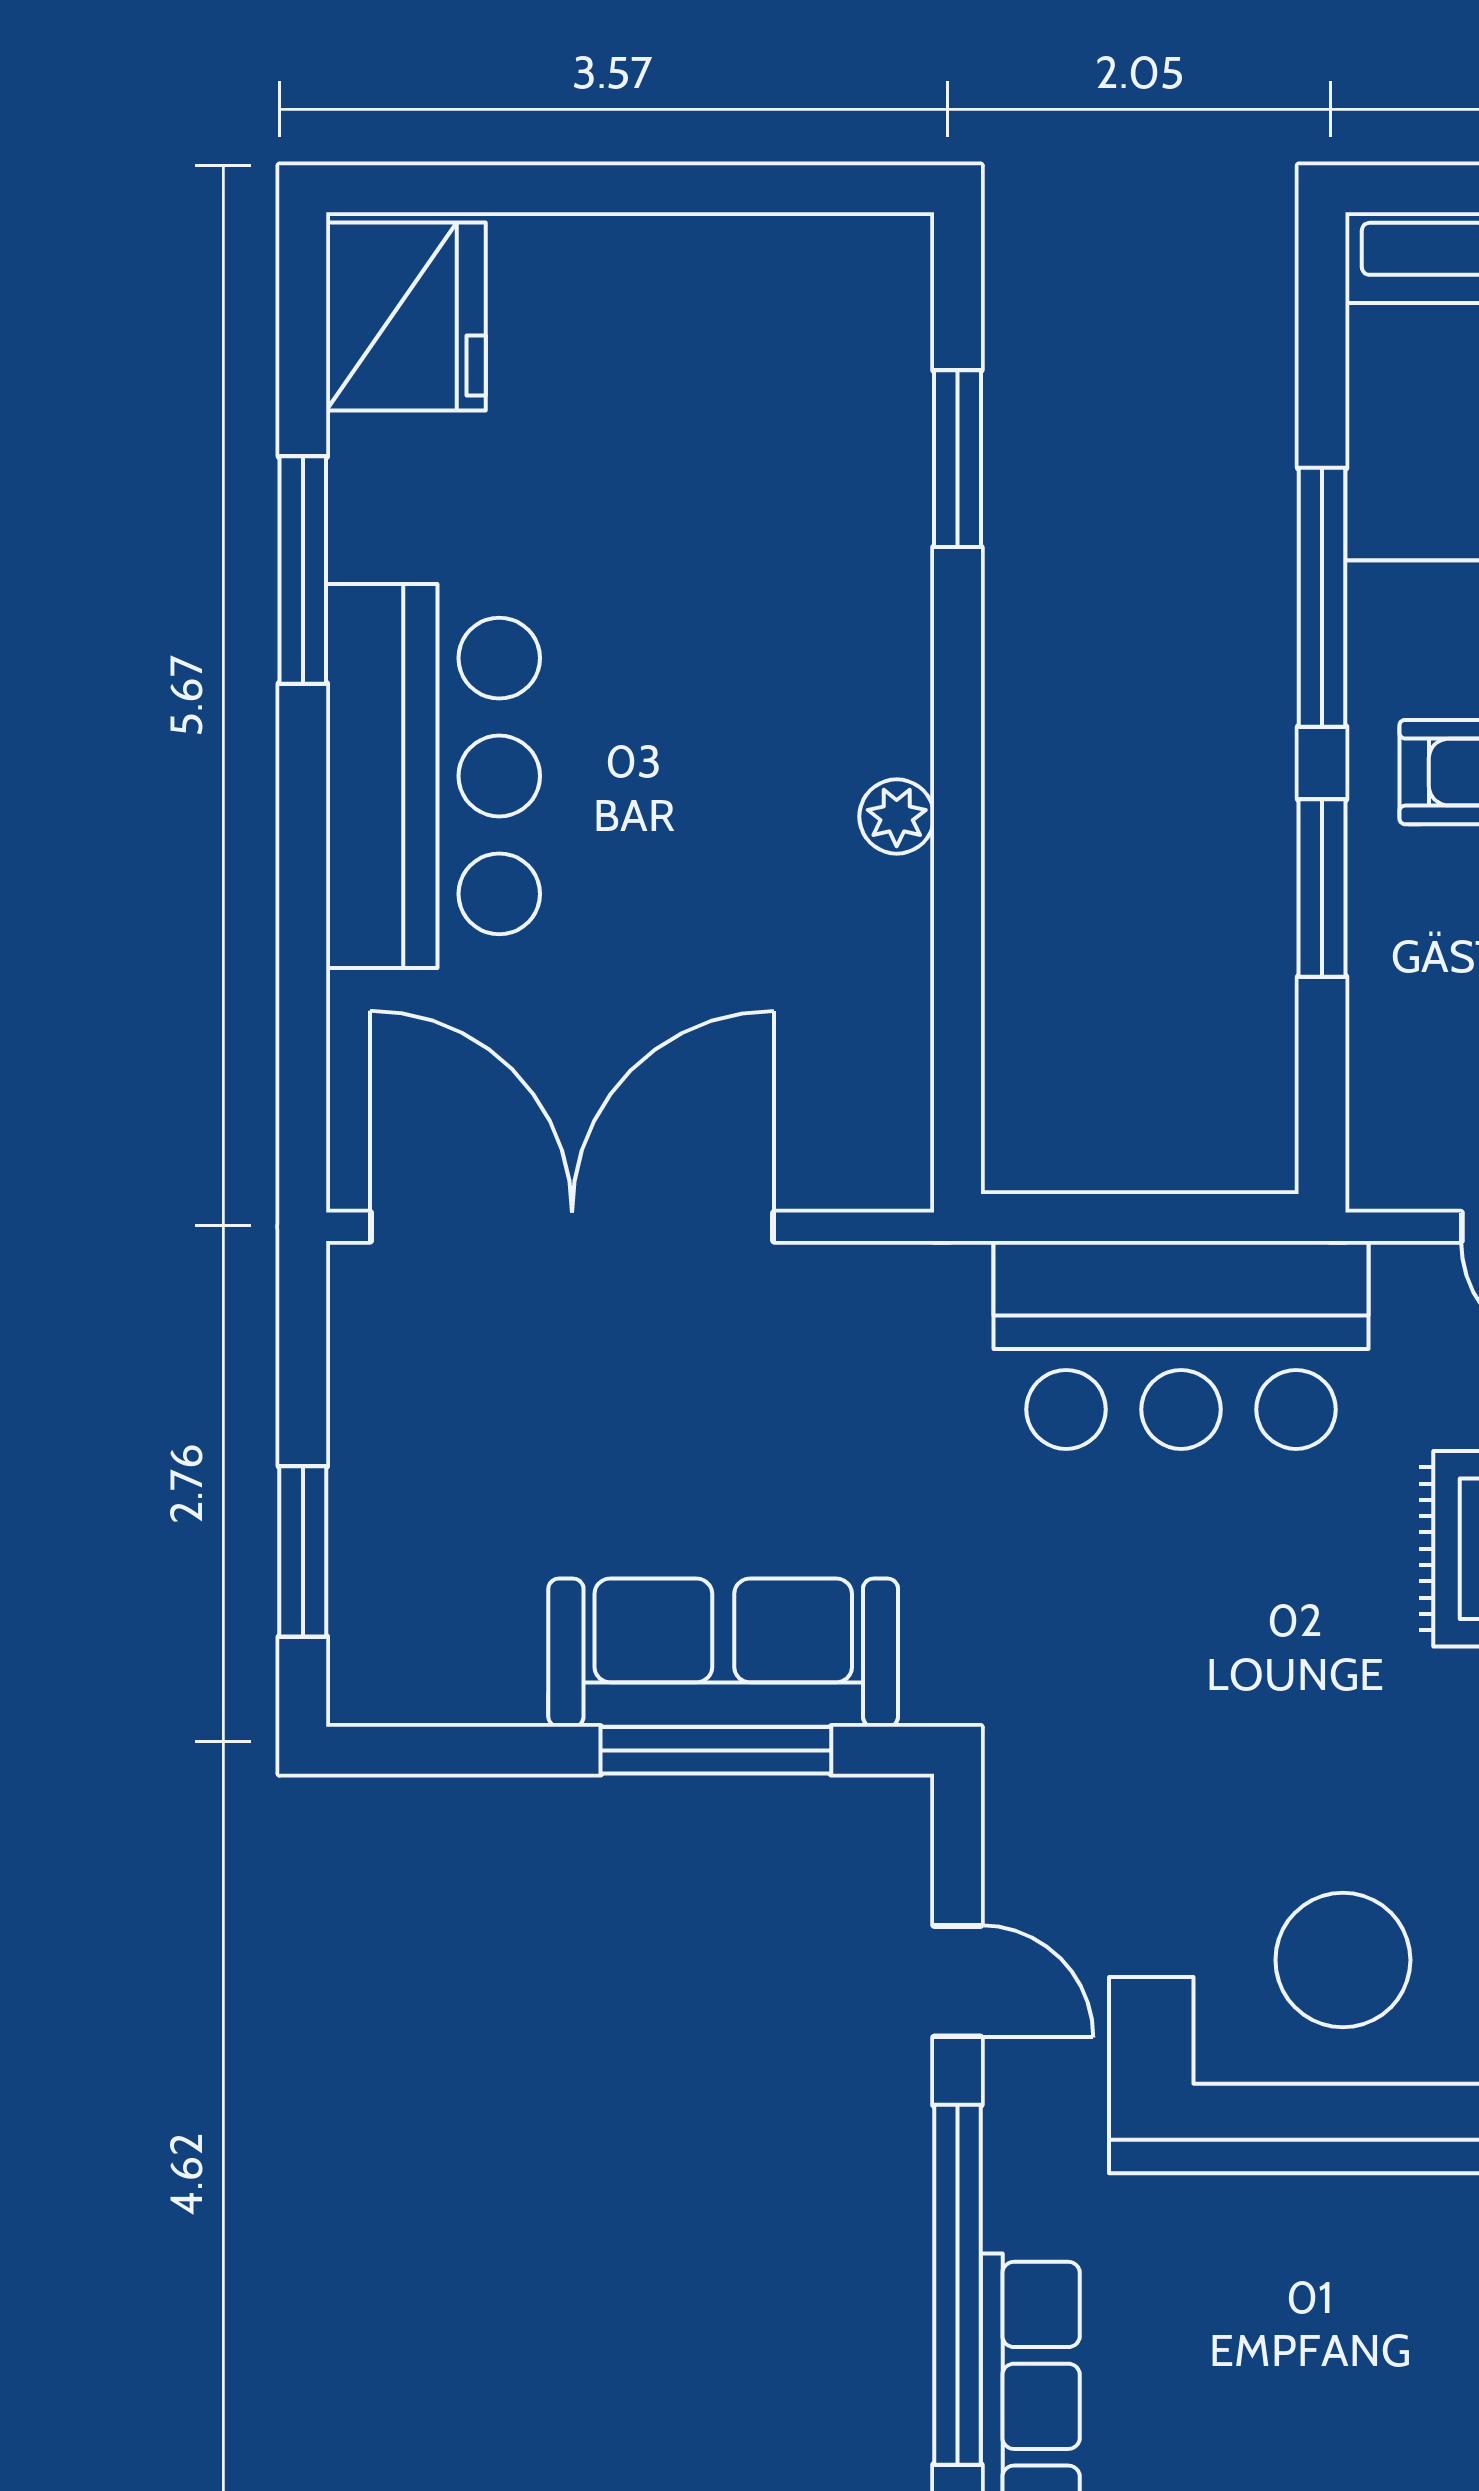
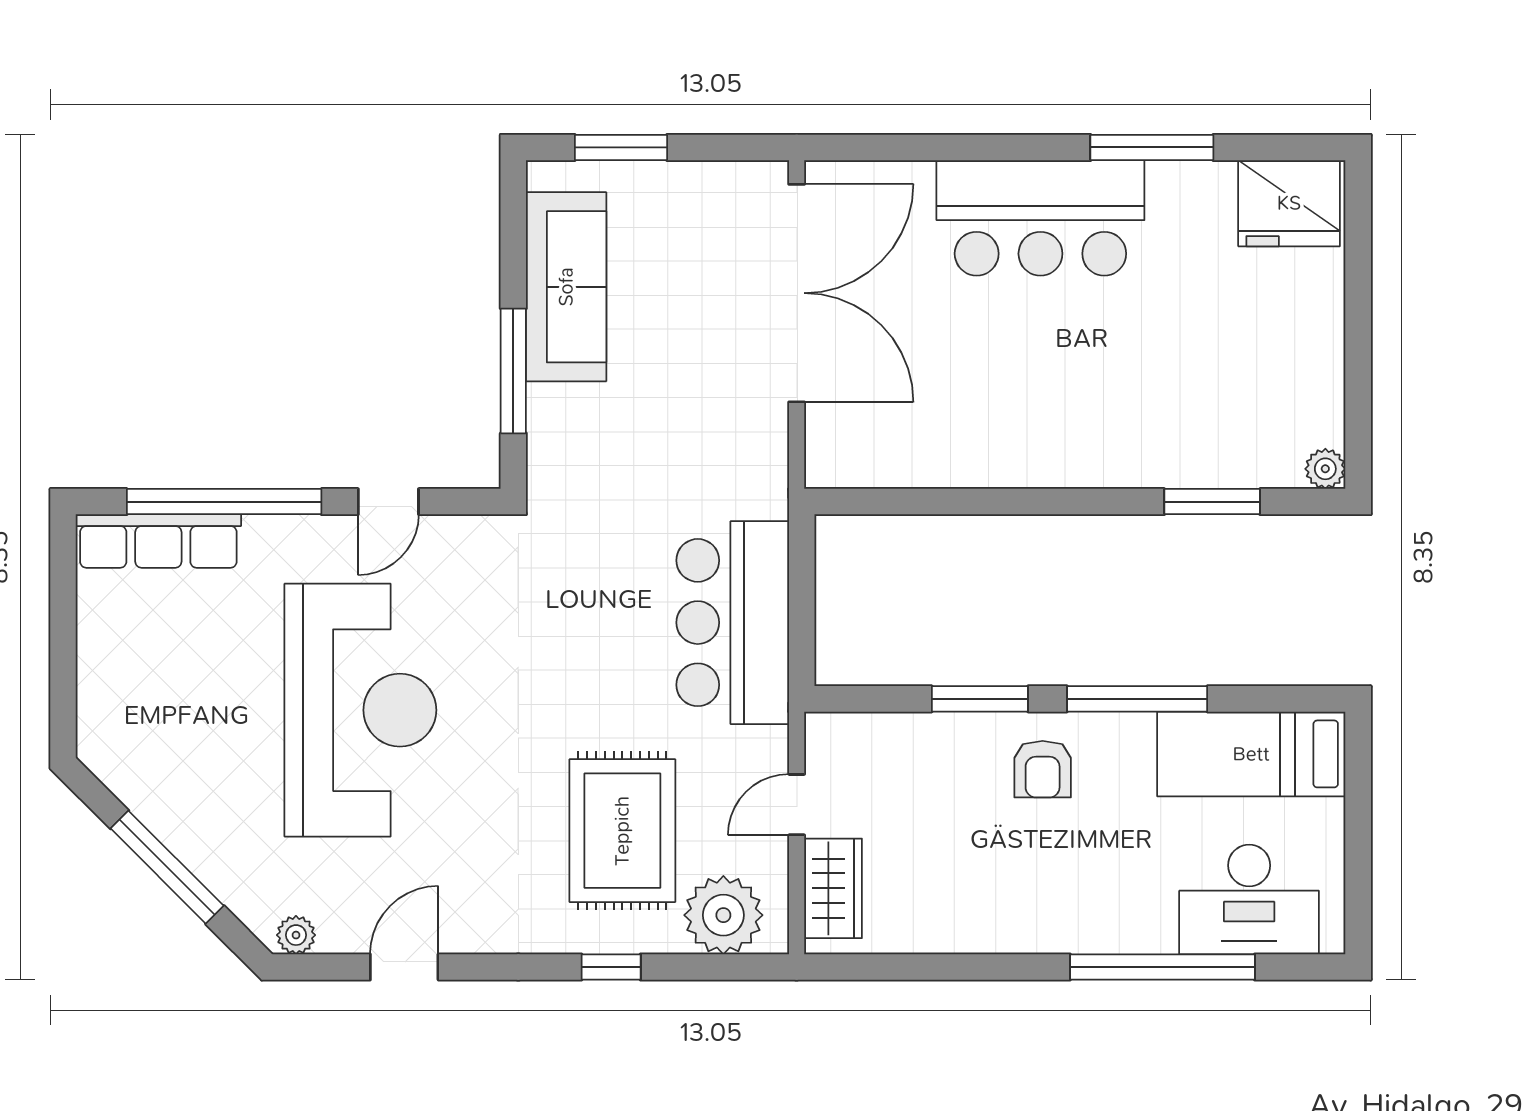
plant: (897, 817) -> (1325, 469), moved
sofa: (723, 1653) -> (566, 287), moved

